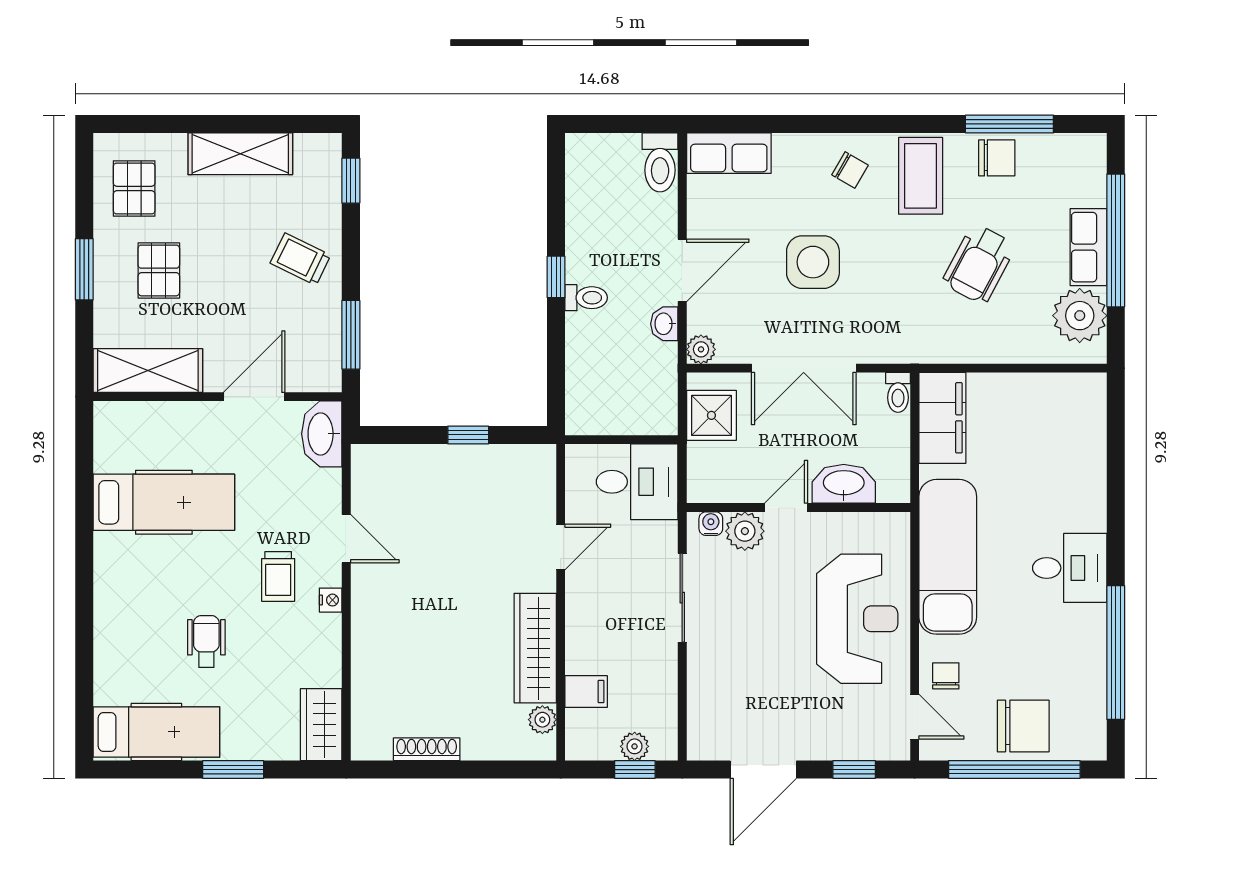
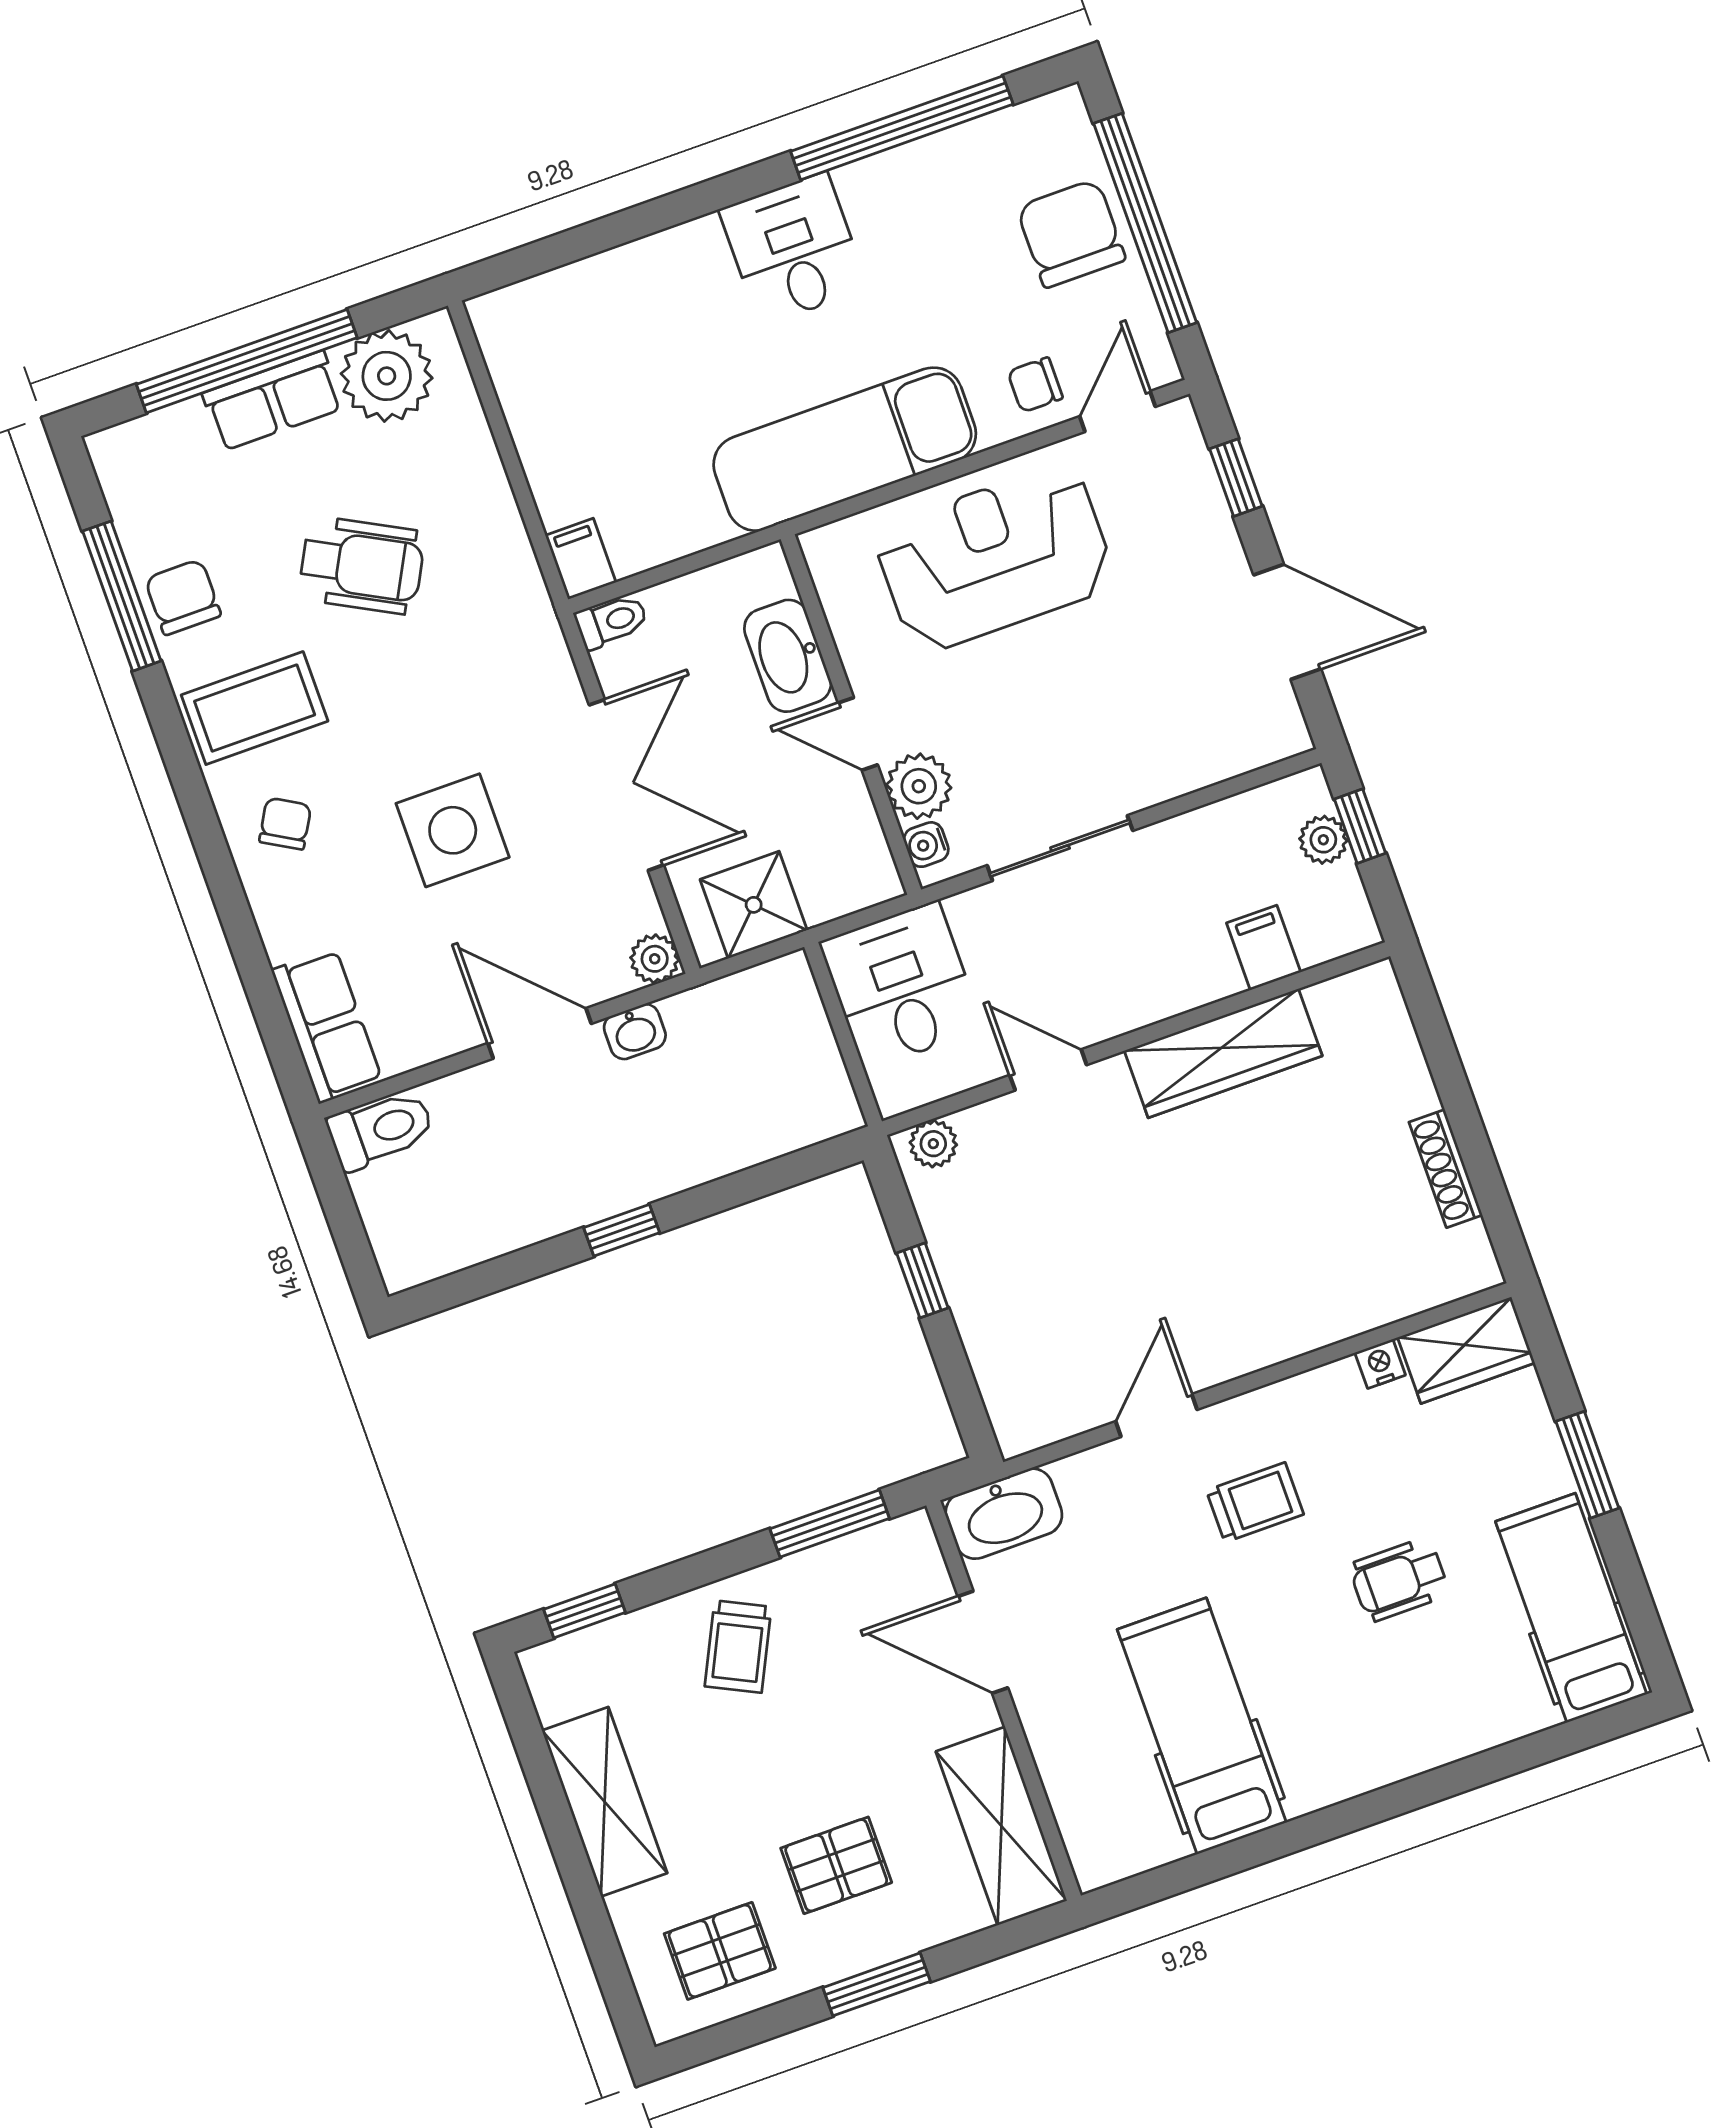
toilet: (586, 298) -> (637, 1170), removed
filing cabinet: (942, 418) -> (581, 559), width x0.33, depth x0.86
nightstand: (331, 600) -> (1380, 1364), moved
plant: (542, 720) -> (933, 1144), moved

